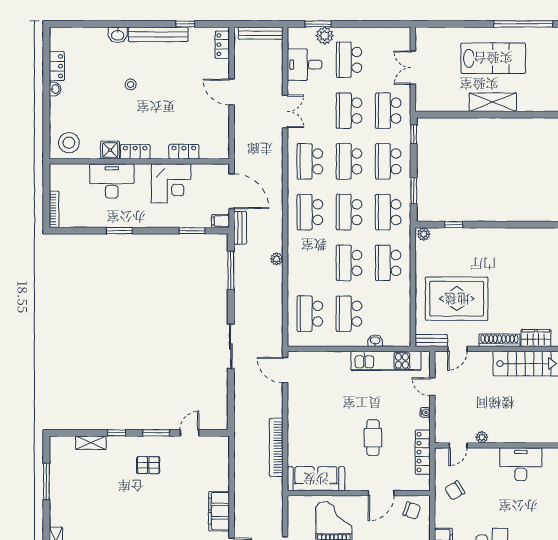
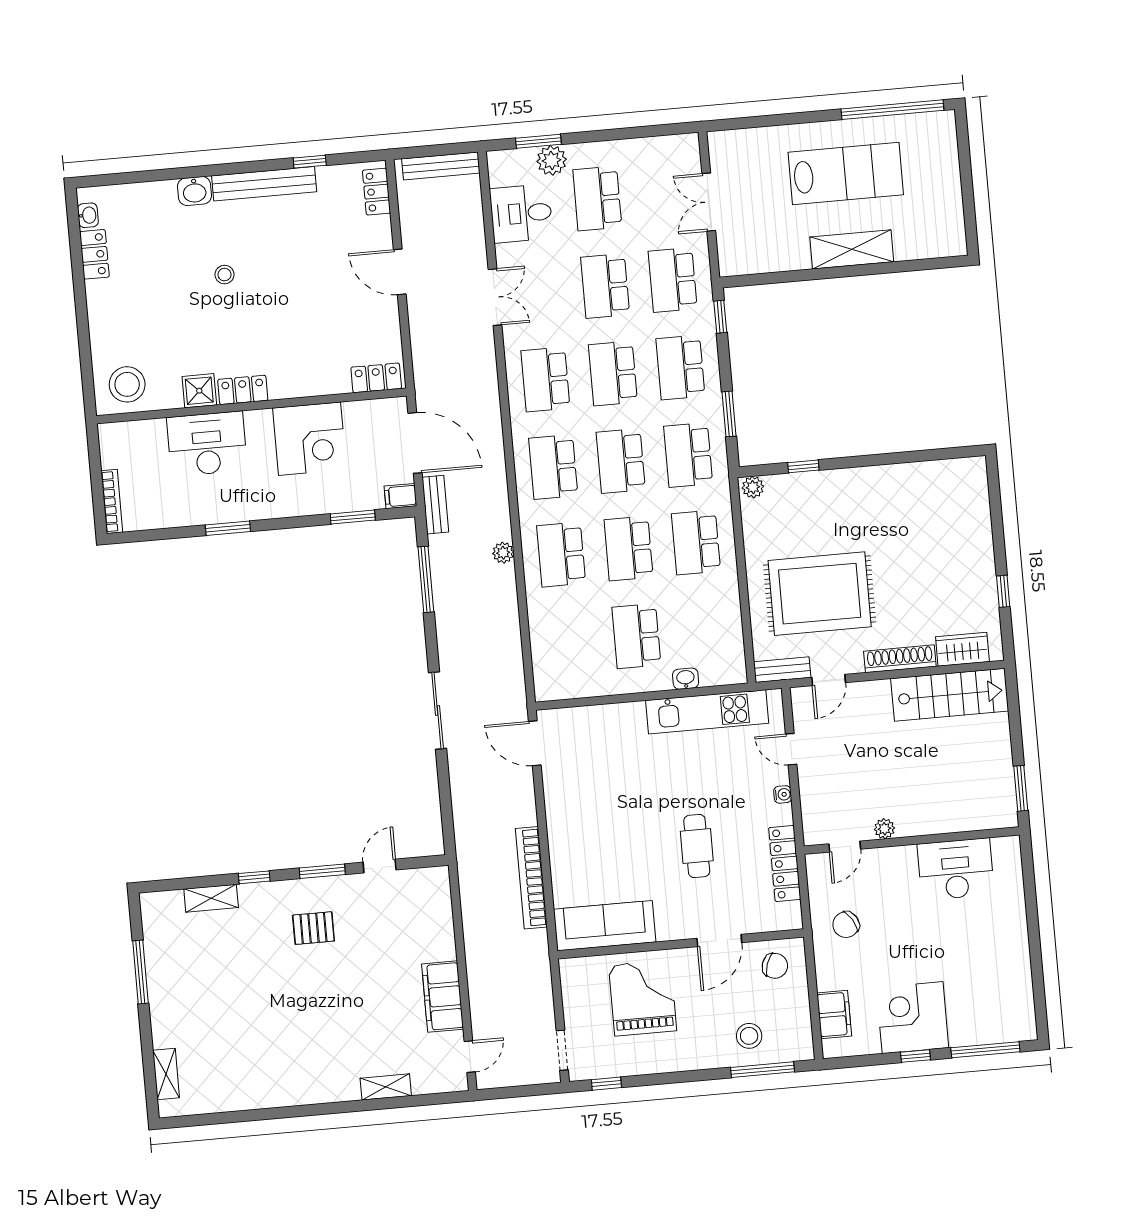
washbasin: (55, 89) -> (88, 215), moved
locker: (184, 152) -> (376, 378), moved
school desk: (310, 314) -> (561, 555), moved

